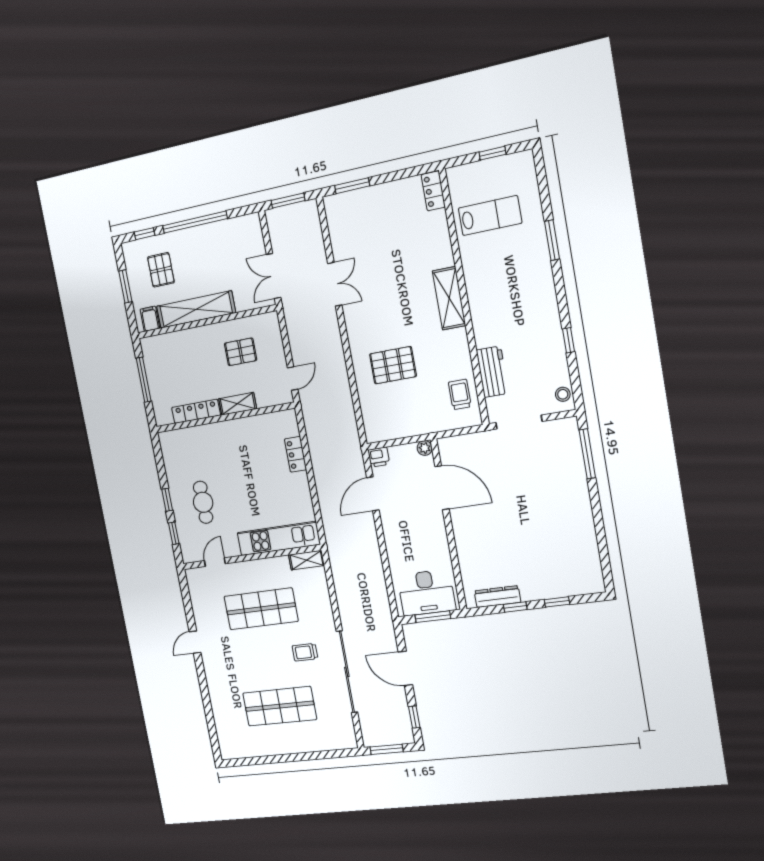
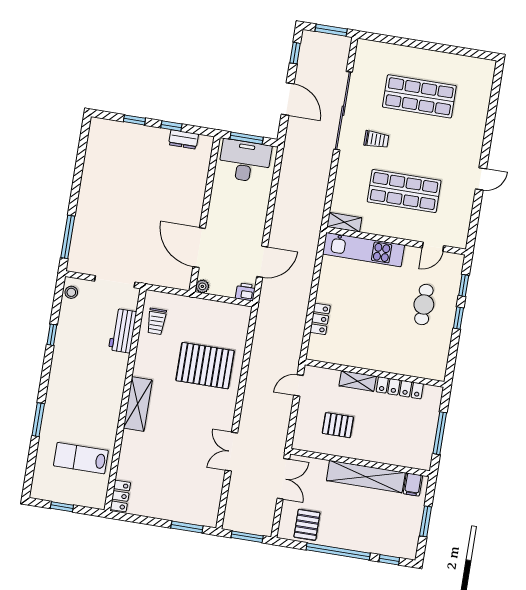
pallet: (161, 270) -> (307, 525), moved
pallet: (393, 365) -> (205, 366), width x1.37, depth x1.41
dresser: (497, 597) -> (184, 139), width x0.70

